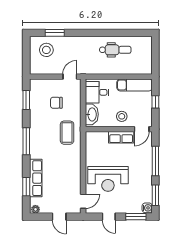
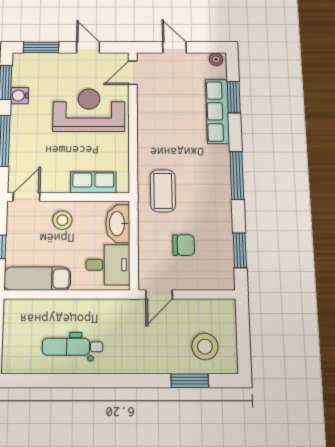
row of seats: (121, 137) -> (93, 182), moved
water cooler: (147, 208) -> (20, 96), moved

